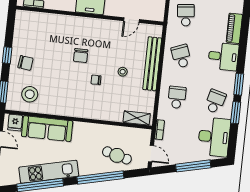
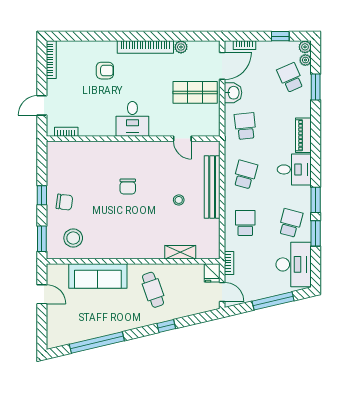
door: (131, 20) -> (182, 139), hinge flipped
school desk: (181, 56) -> (245, 175), turned 36
chair: (96, 80) -> (149, 213), removed
shelving: (137, 118) -> (180, 252), moved
fridge: (15, 123) -> (212, 273), moved
cafe table: (117, 155) -> (153, 290), moved, turned 56
kitchen unit: (49, 172) -> (105, 326), removed
window: (100, 177) -> (166, 326), width x0.32

